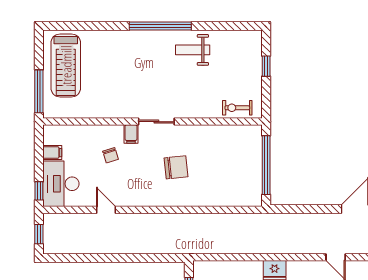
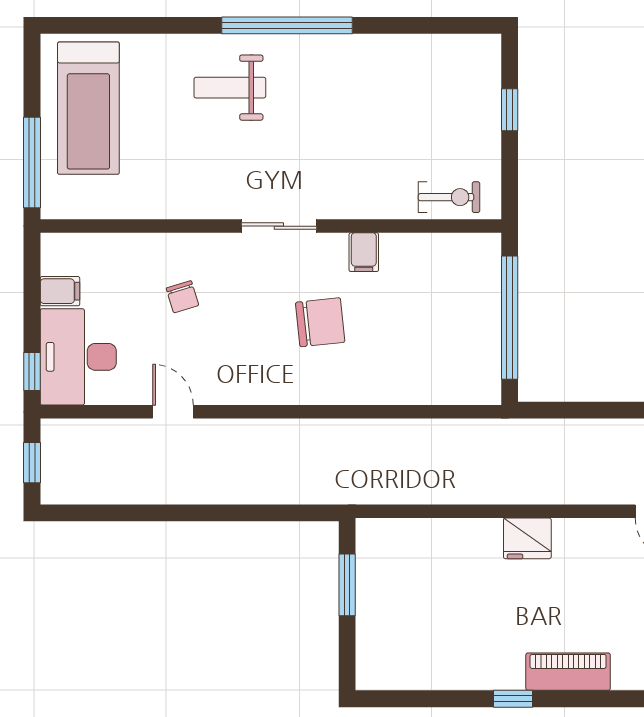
weight bench: (193, 50) -> (230, 88), moved
exercise bike: (237, 108) -> (449, 197), turned 180
filing cabinet: (131, 134) -> (364, 252), moved

